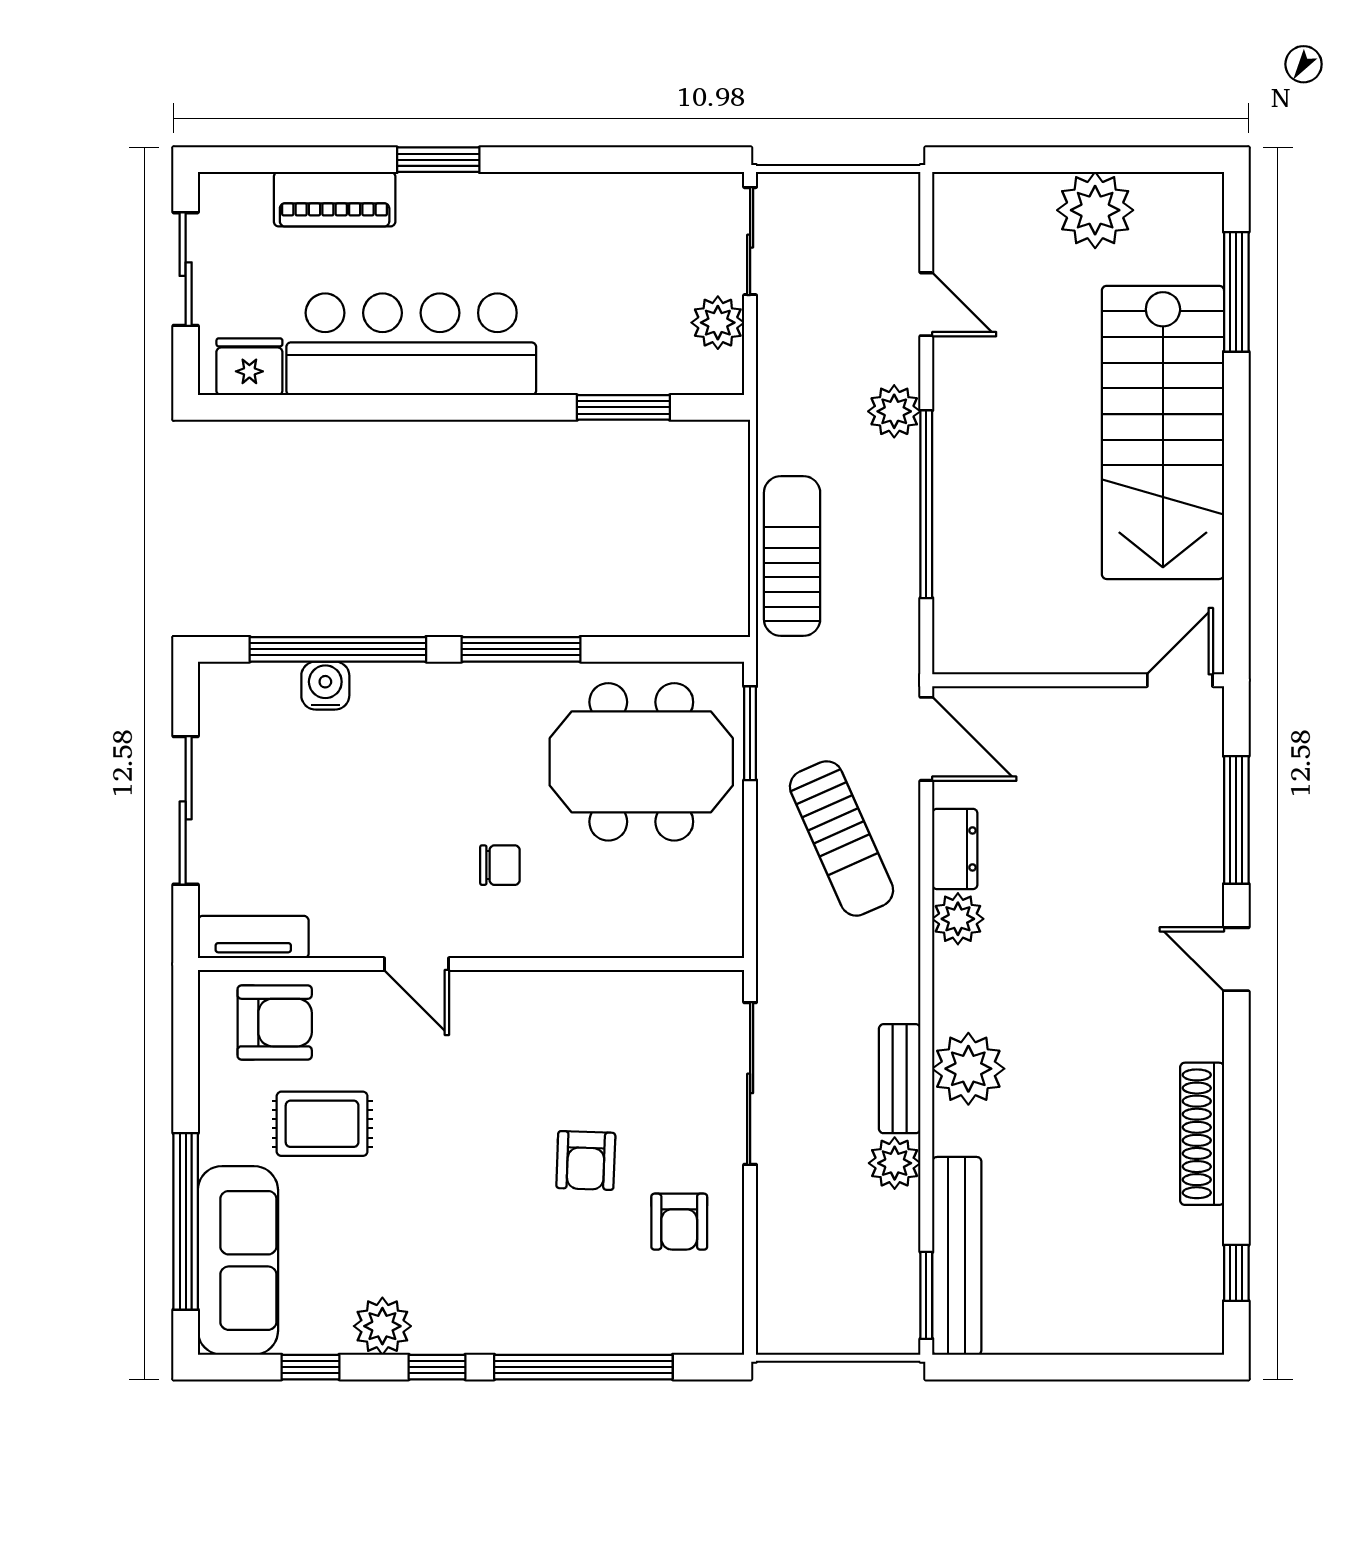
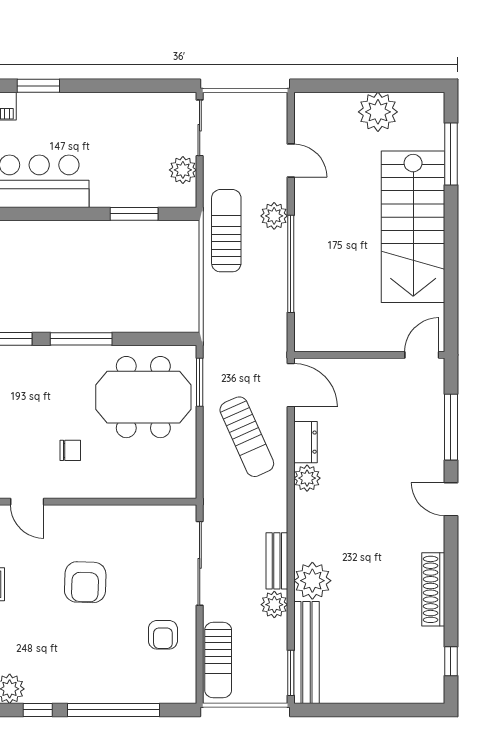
sun lounger: (792, 556) -> (226, 231), moved
plant: (968, 1069) -> (312, 581), moved
armchair: (586, 1160) -> (85, 582), moved, width x1.38, depth x1.38
sun lounger: (786, 1270) -> (218, 660), added

